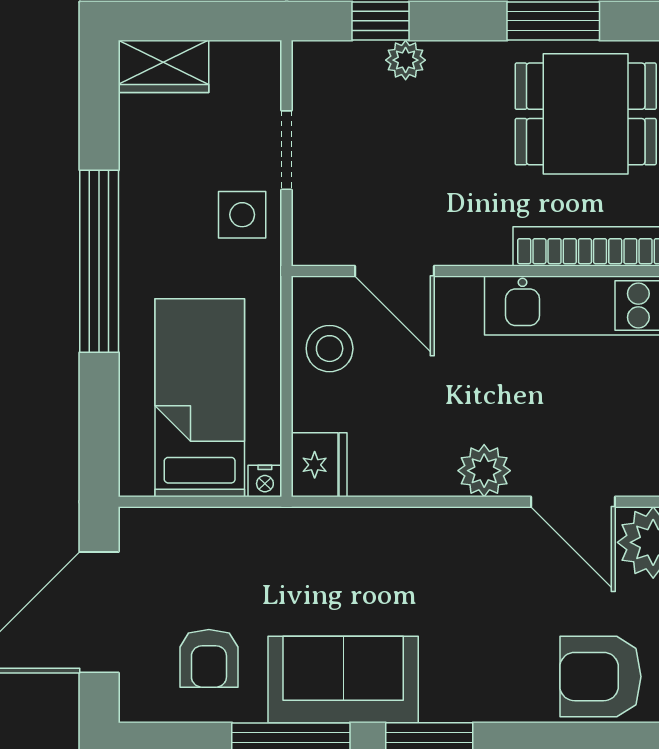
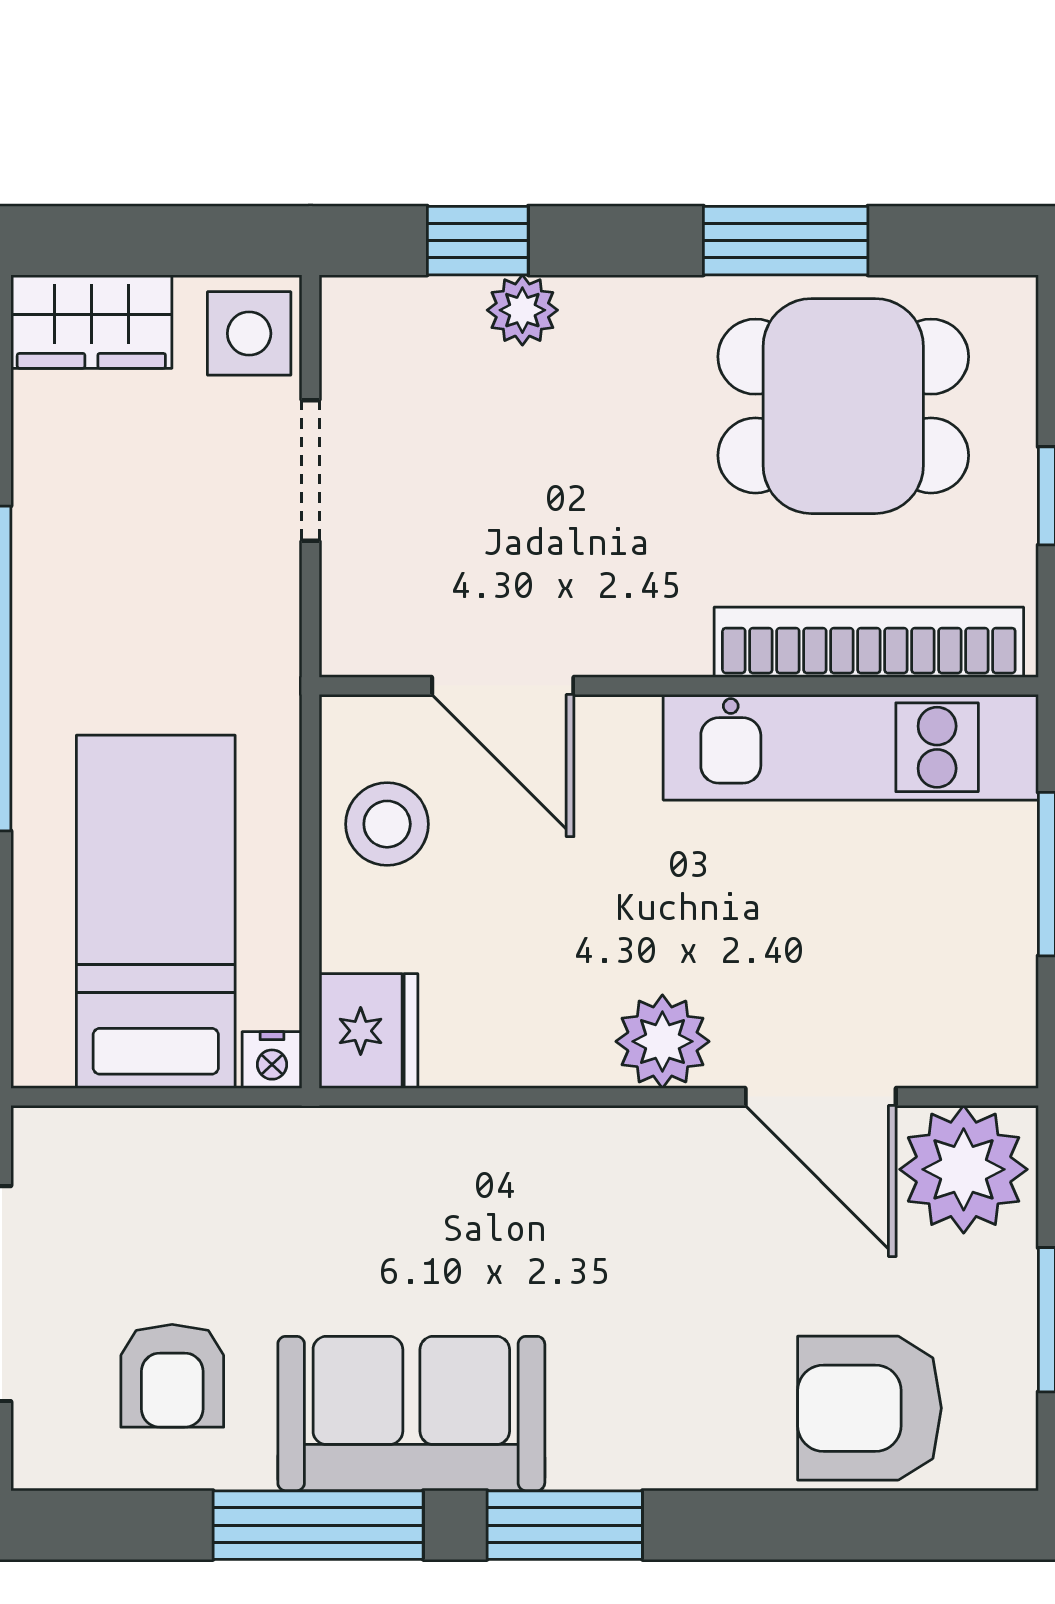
side table: (242, 215) -> (249, 333), moved

